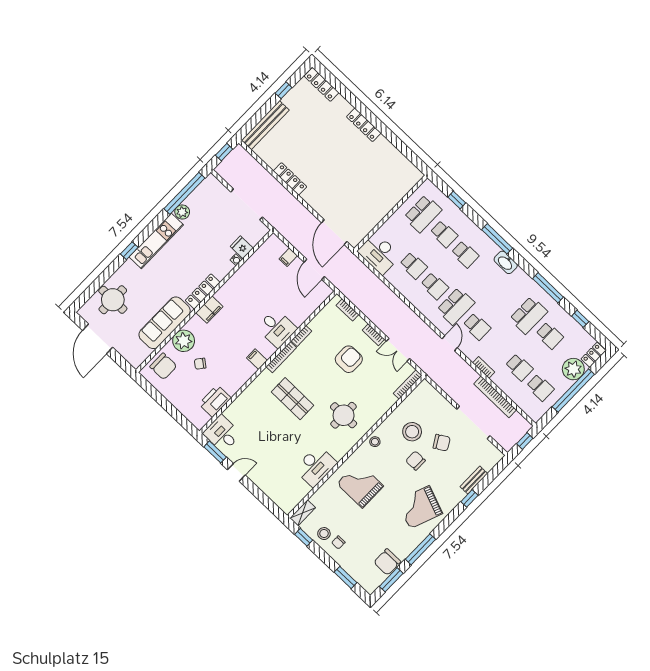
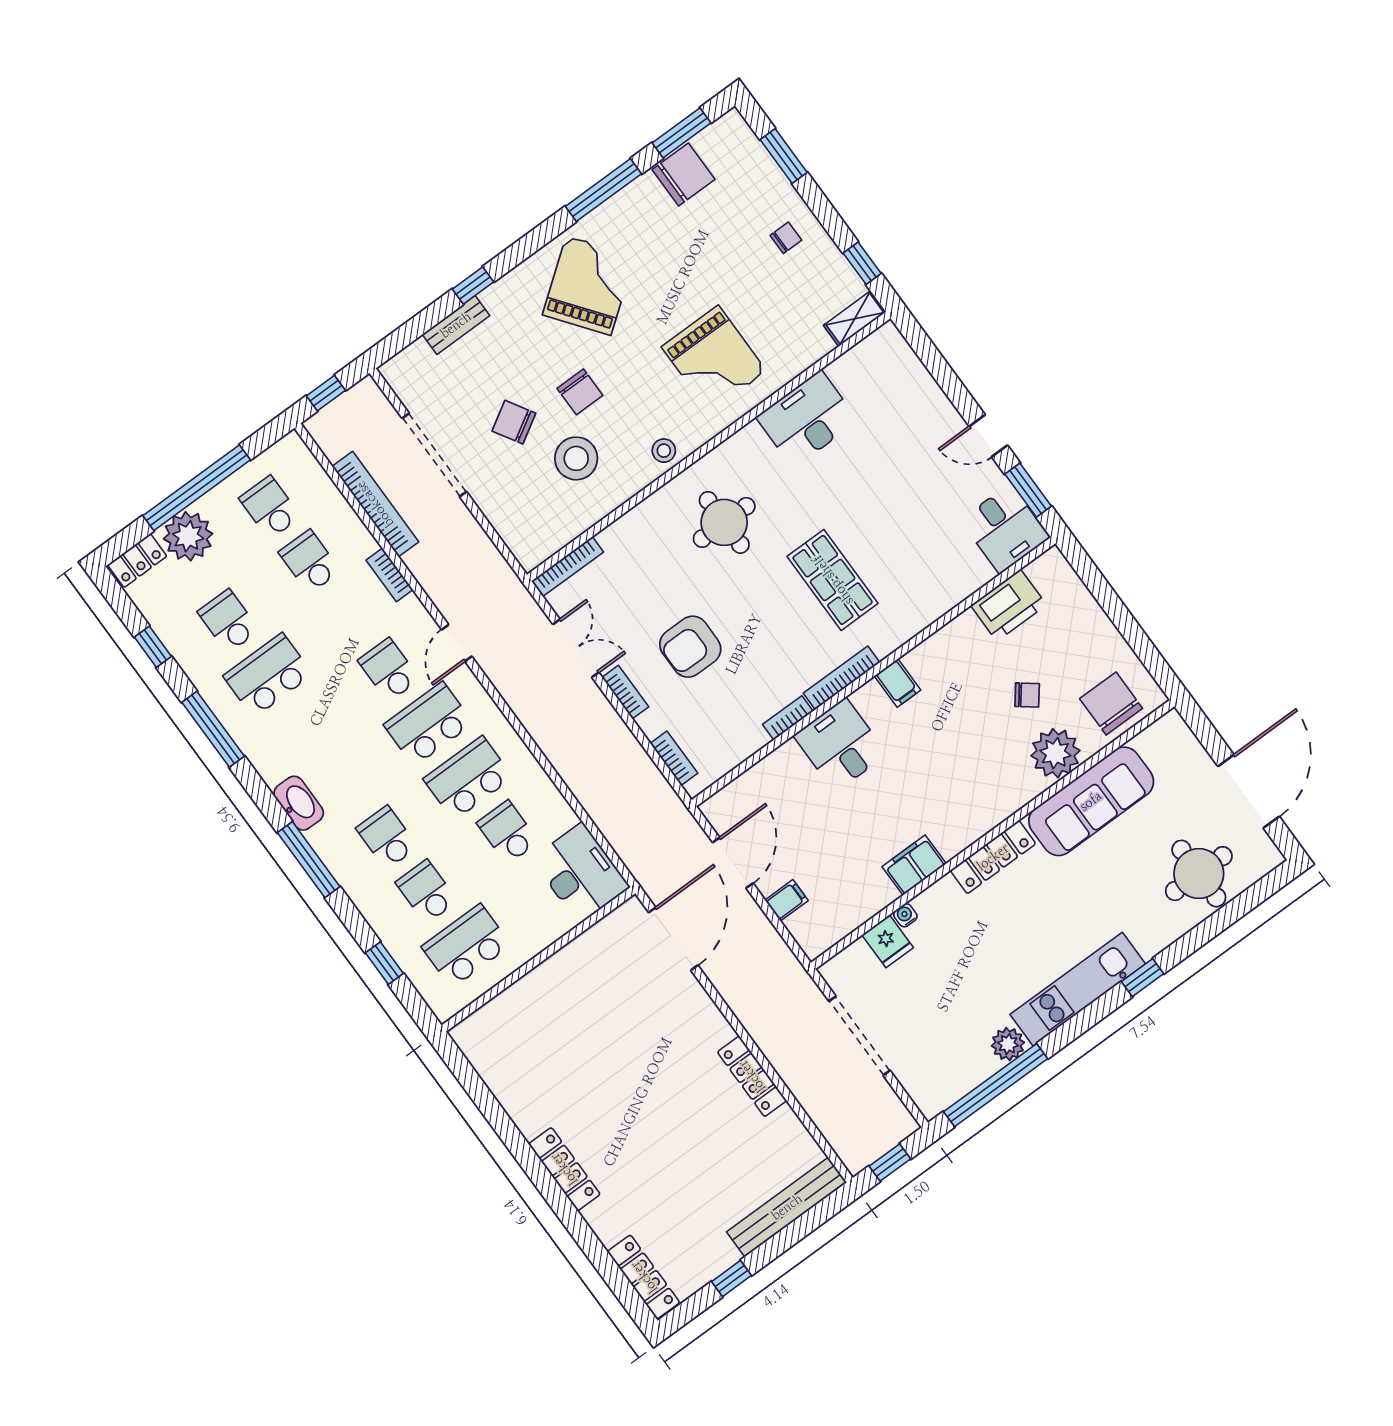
school desk: (435, 286) -> (468, 778), width x1.85
filing cabinet: (209, 310) -> (914, 865), moved
grand piano: (420, 507) -> (589, 285), turned -58
stool: (324, 534) -> (815, 264), removed

